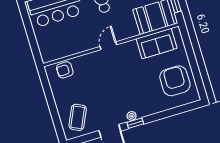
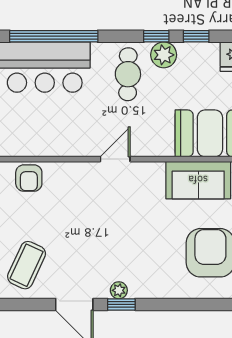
armchair: (65, 70) -> (29, 178), turned -88

